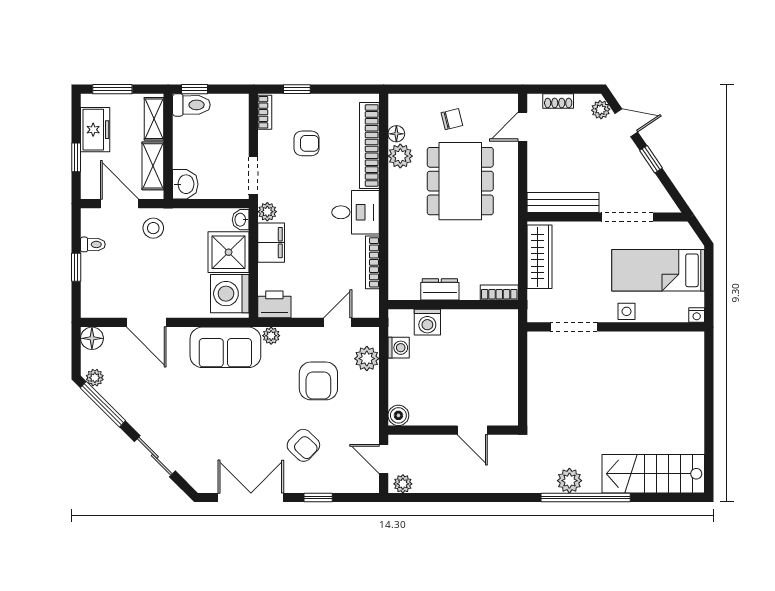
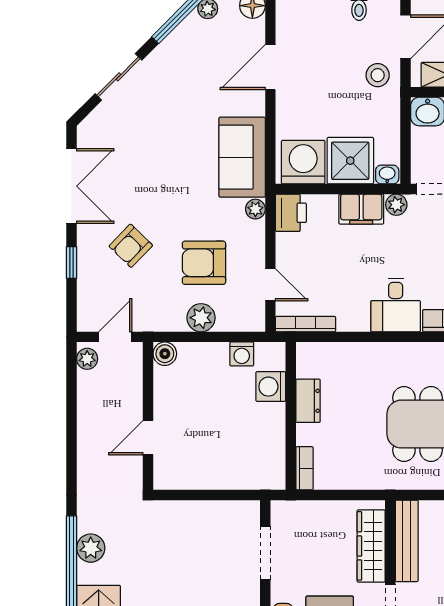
wardrobe: (540, 257) -> (371, 546), moved, turned 90
bookcase: (372, 262) -> (306, 324), moved
plant: (367, 359) -> (201, 318), moved

